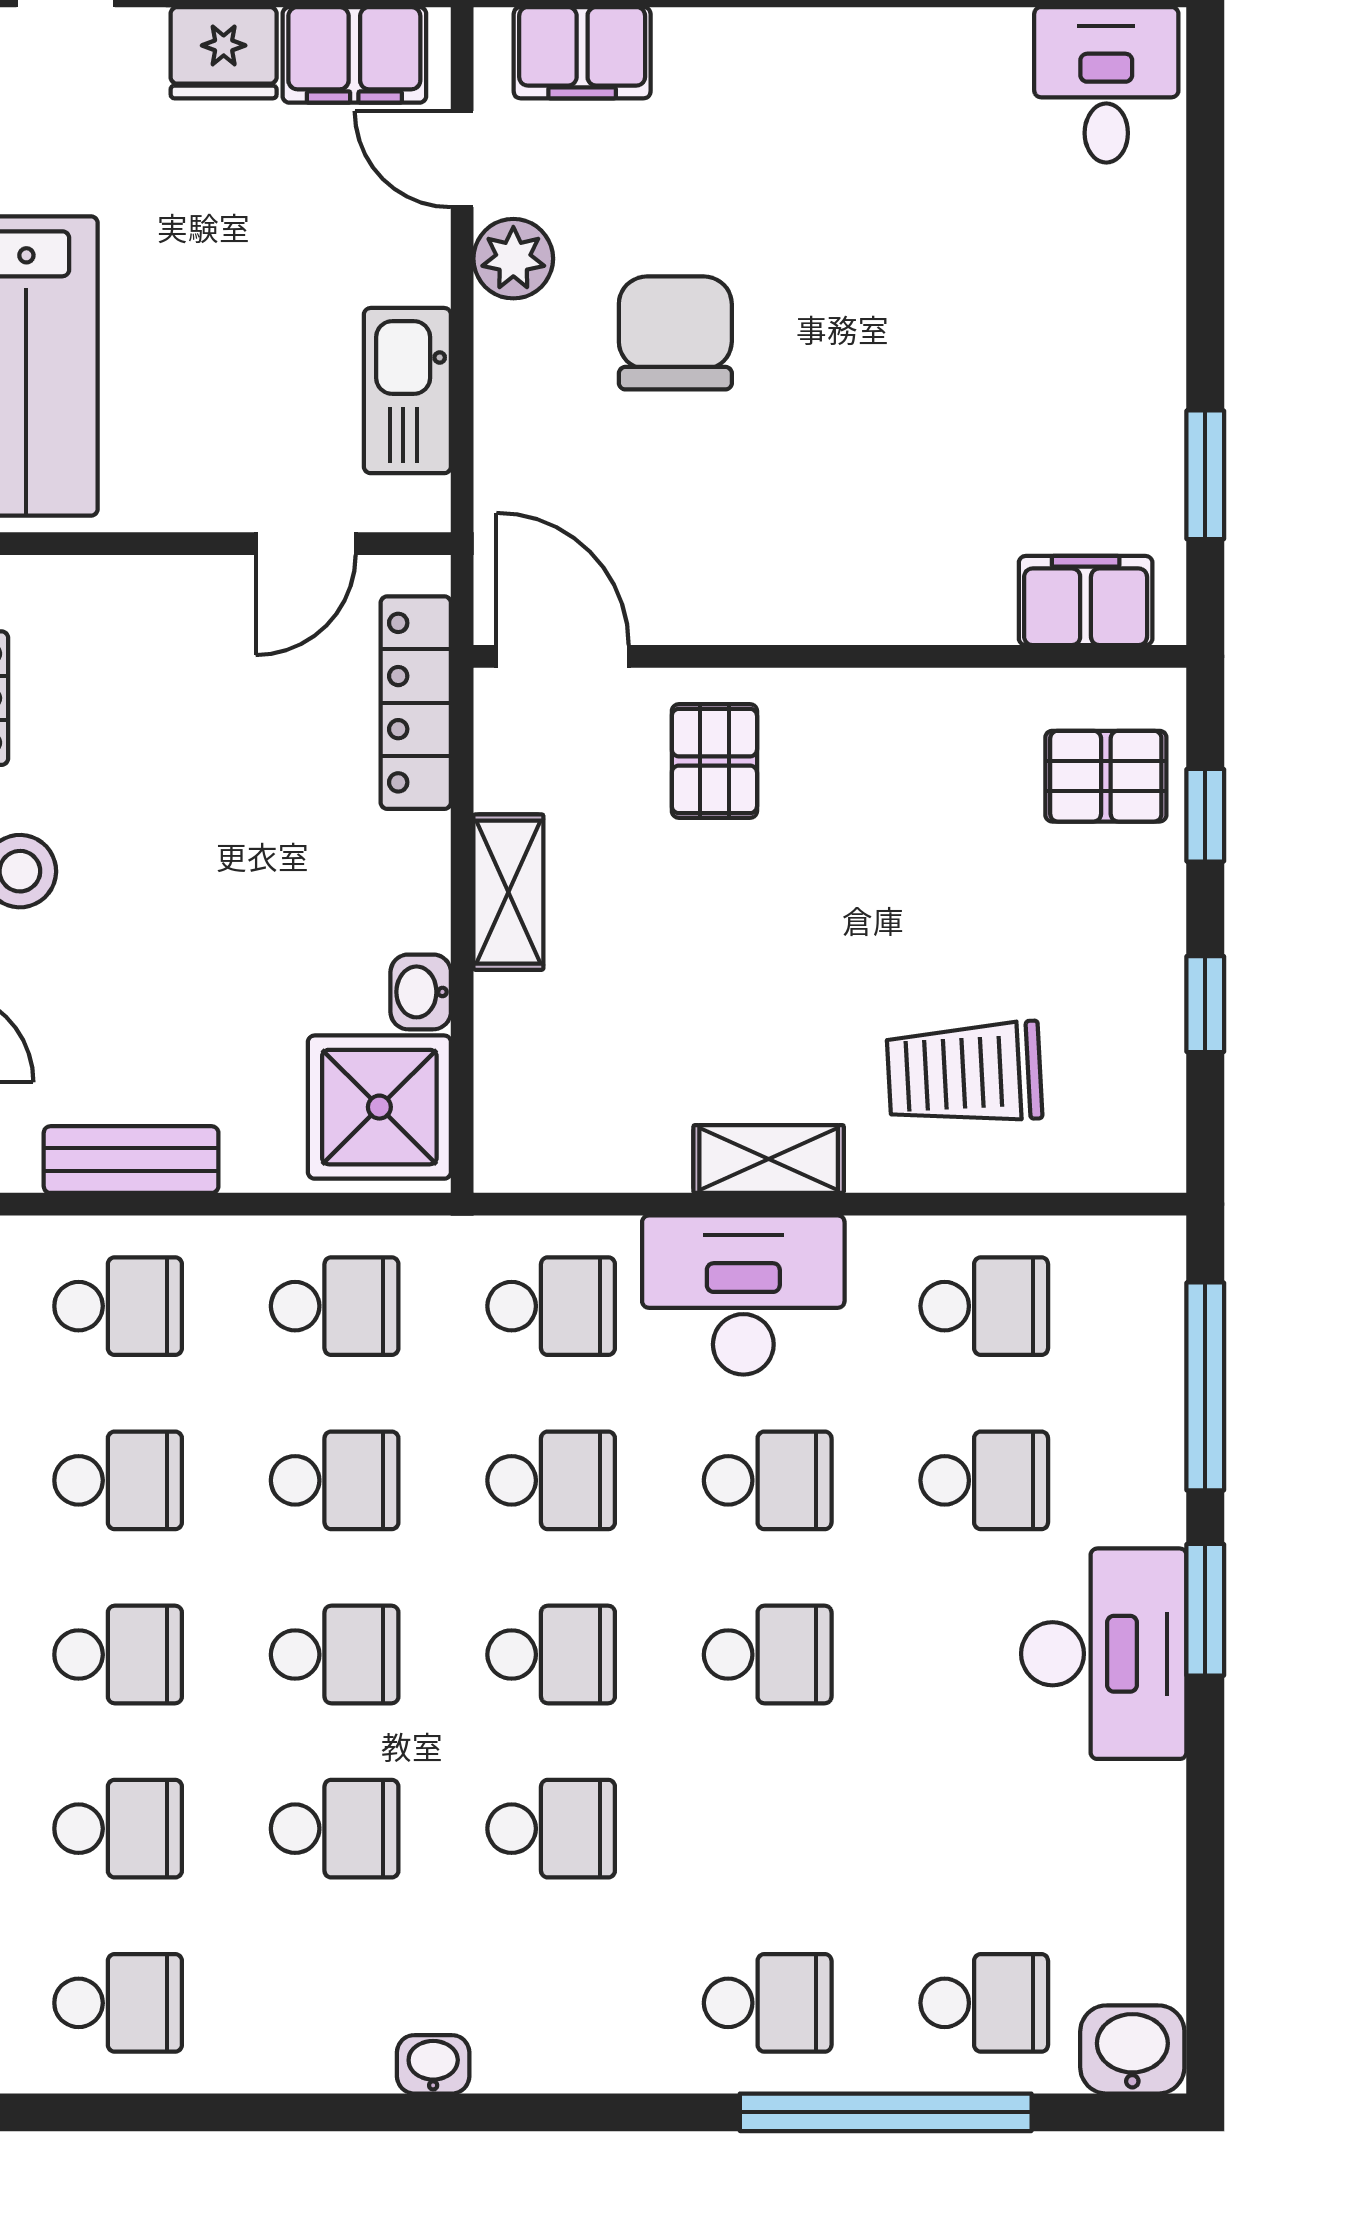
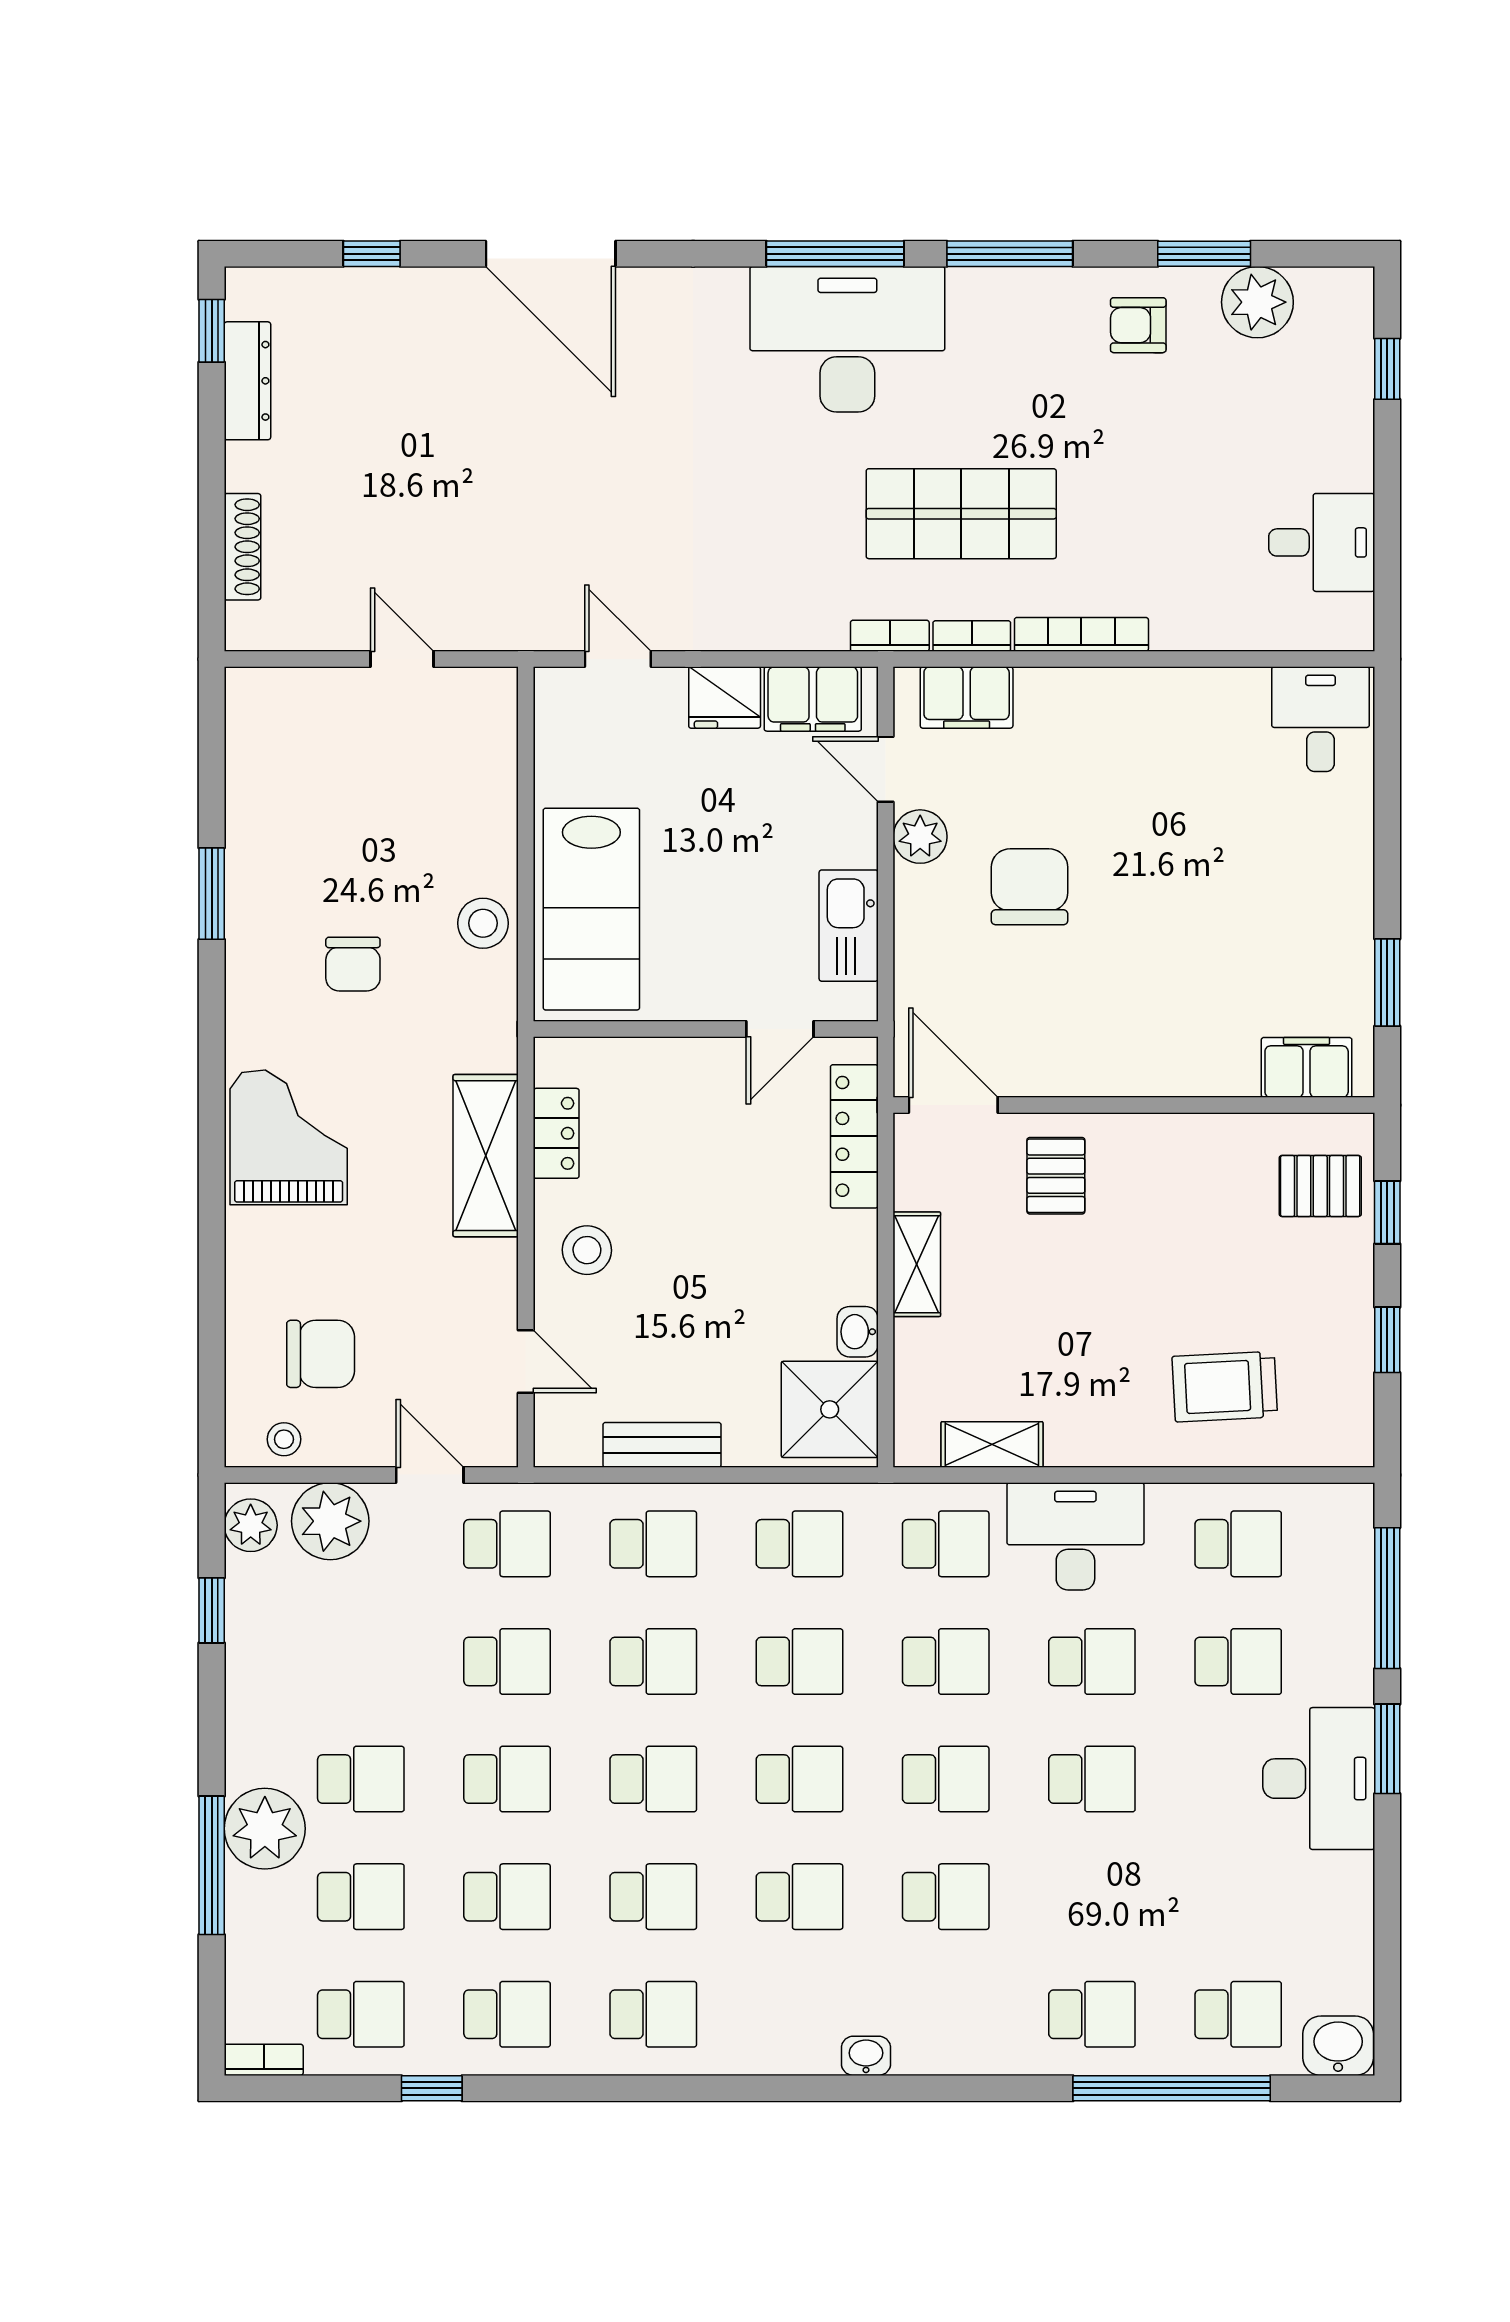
shelving: (769, 1159) -> (992, 1445), moved

